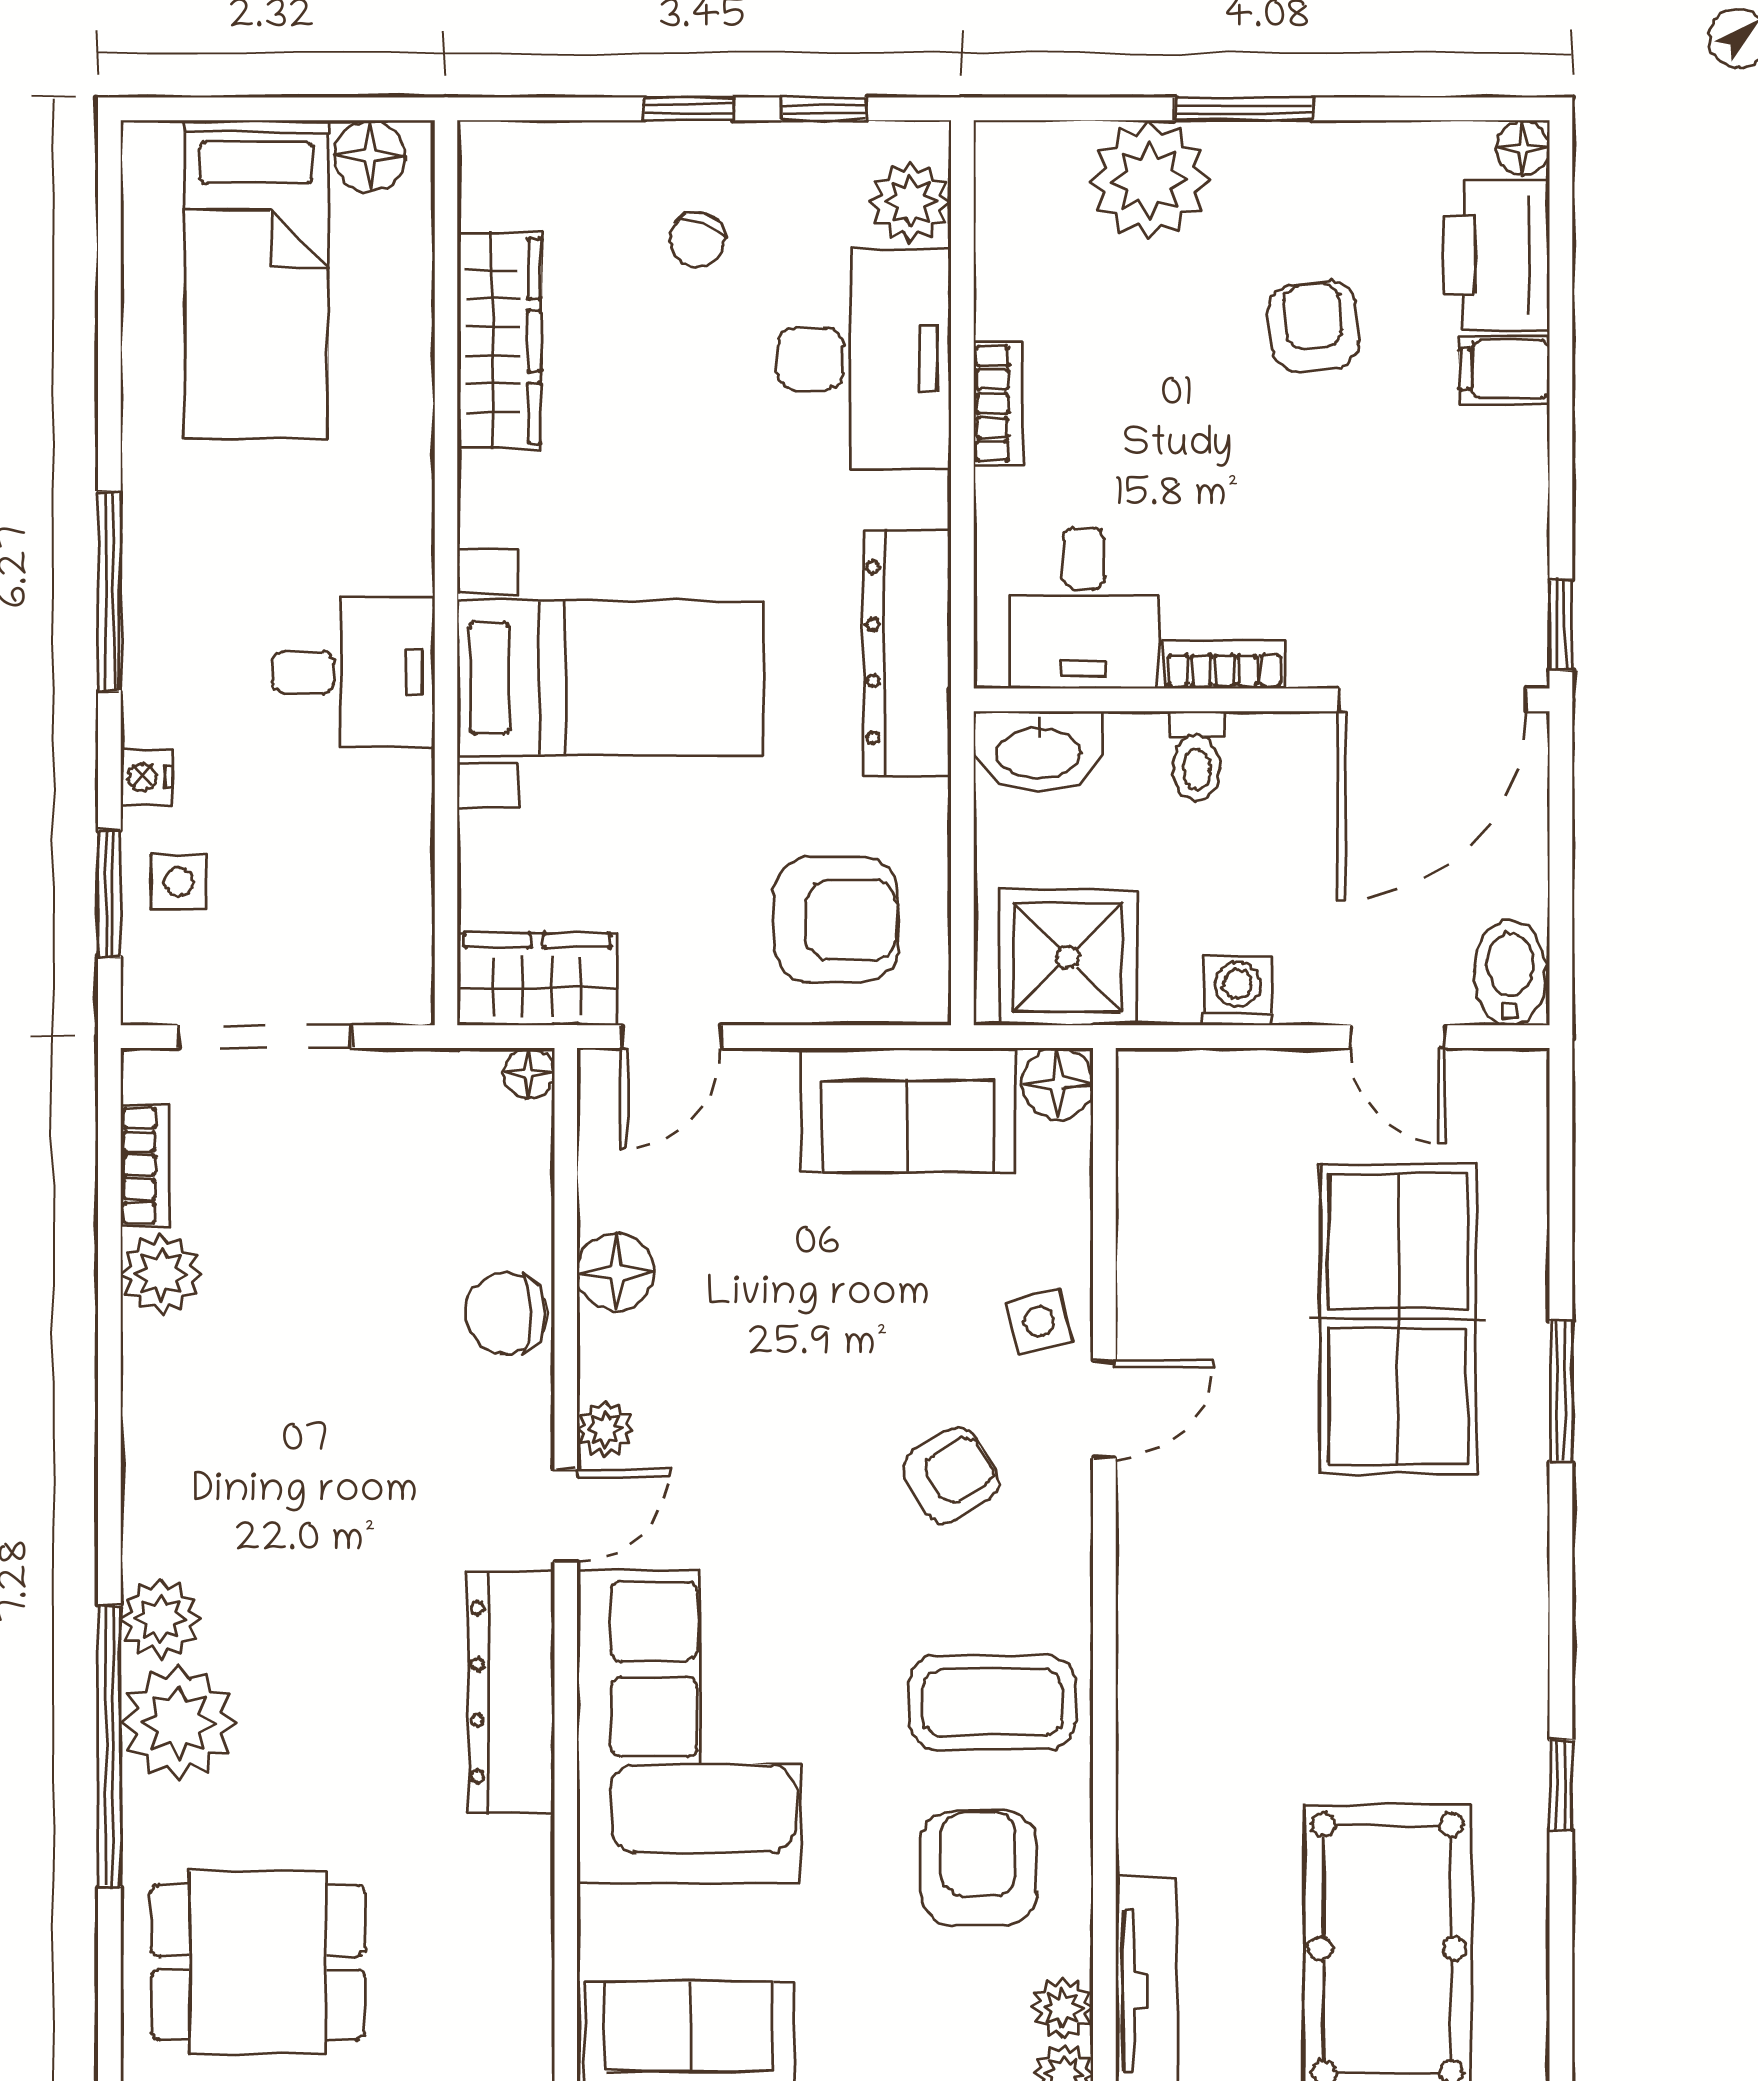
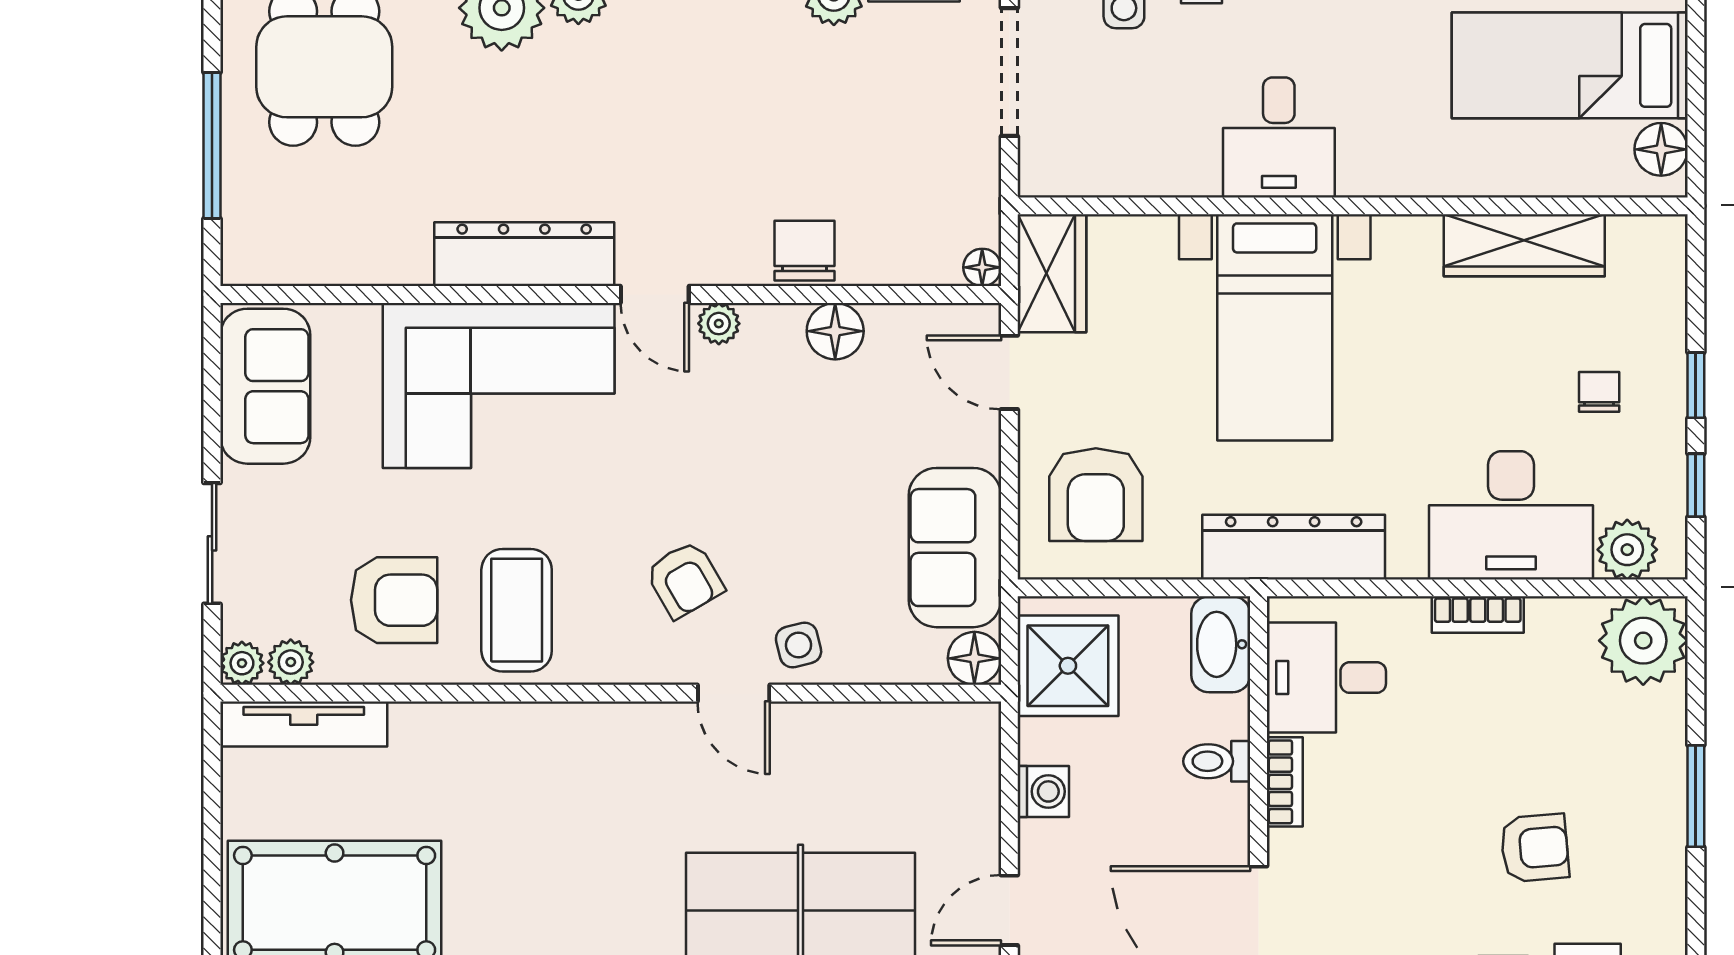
plant: (1149, 180) -> (1643, 641), moved
chair: (697, 240) -> (1599, 392), turned 74

